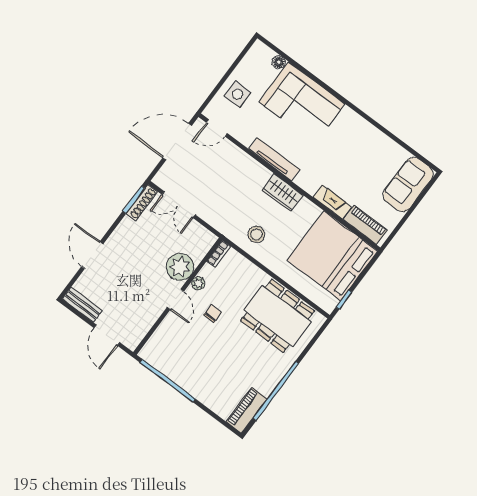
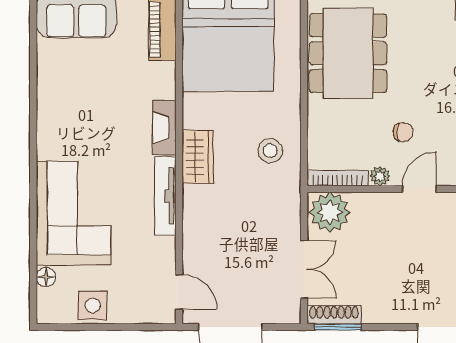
side table: (238, 94) -> (93, 306), moved
fireplace: (332, 202) -> (164, 127), moved
bookcase: (219, 254) -> (338, 178), width x1.56
plant: (180, 267) -> (330, 212), moved
chair: (213, 314) -> (403, 132), turned 180

